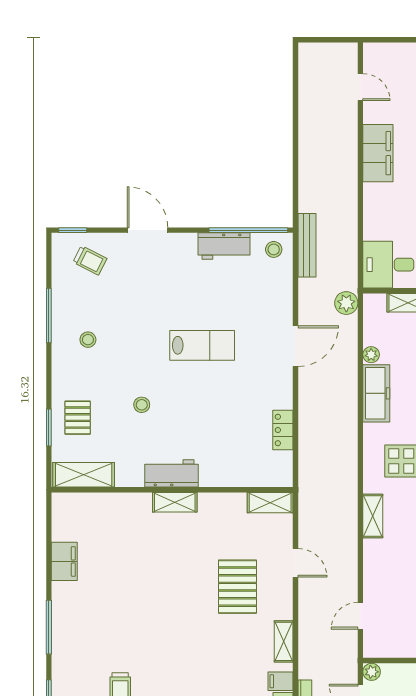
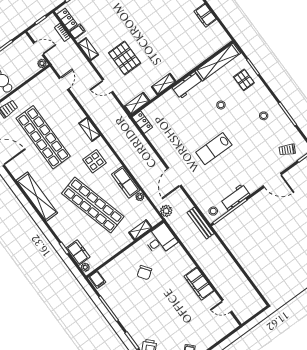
locker: (283, 430) -> (142, 122), moved
shelving: (84, 475) -> (218, 62), width x1.47
shelving: (175, 502) -> (164, 84), moved

